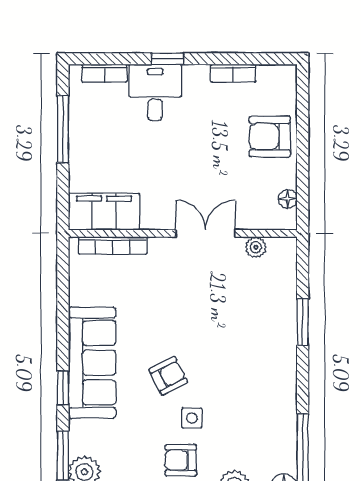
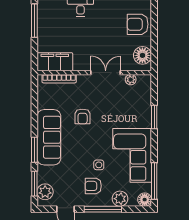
floor lamp: (288, 199) -> (142, 55), width x1.89, depth x1.89
armchair: (168, 376) -> (83, 116), moved, turned 117
window: (63, 388) -> (34, 150), width x1.50
corner sofa: (259, 399) -> (132, 155), added

